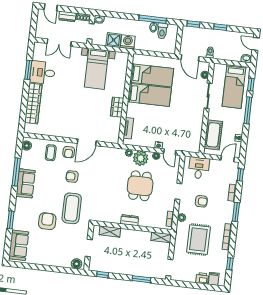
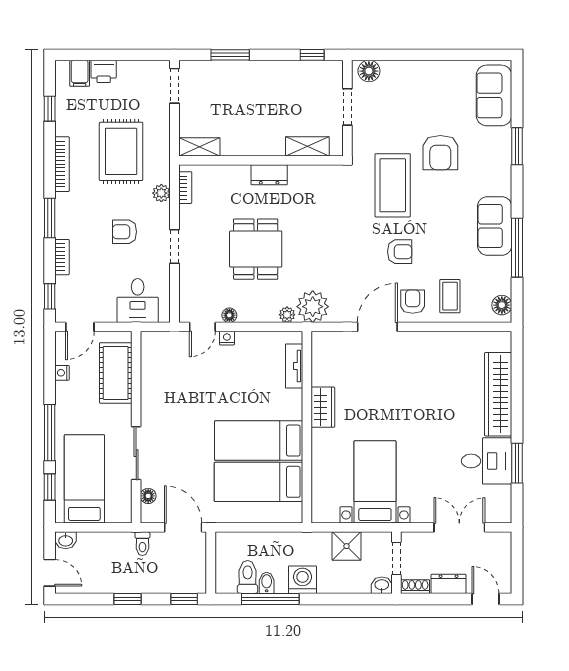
washing machine: (128, 42) -> (303, 580), moved, turned 180
door: (170, 152) -> (202, 327), swing flipped
plant: (141, 158) -> (313, 307), moved

